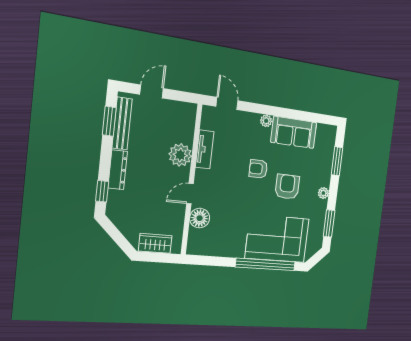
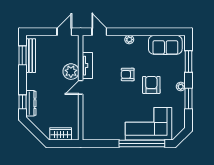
door: (152, 91) -> (64, 32), moved
sofa: (294, 132) -> (165, 45), moved
dresser: (118, 170) -> (31, 103), moved
door: (190, 194) -> (81, 87), moved
floor lamp: (200, 218) -> (89, 114), removed
window: (329, 223) -> (188, 99), moved

